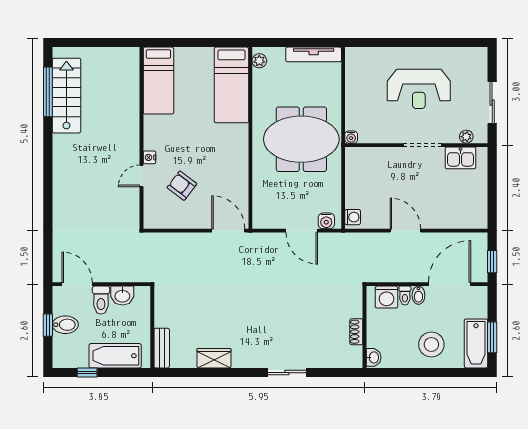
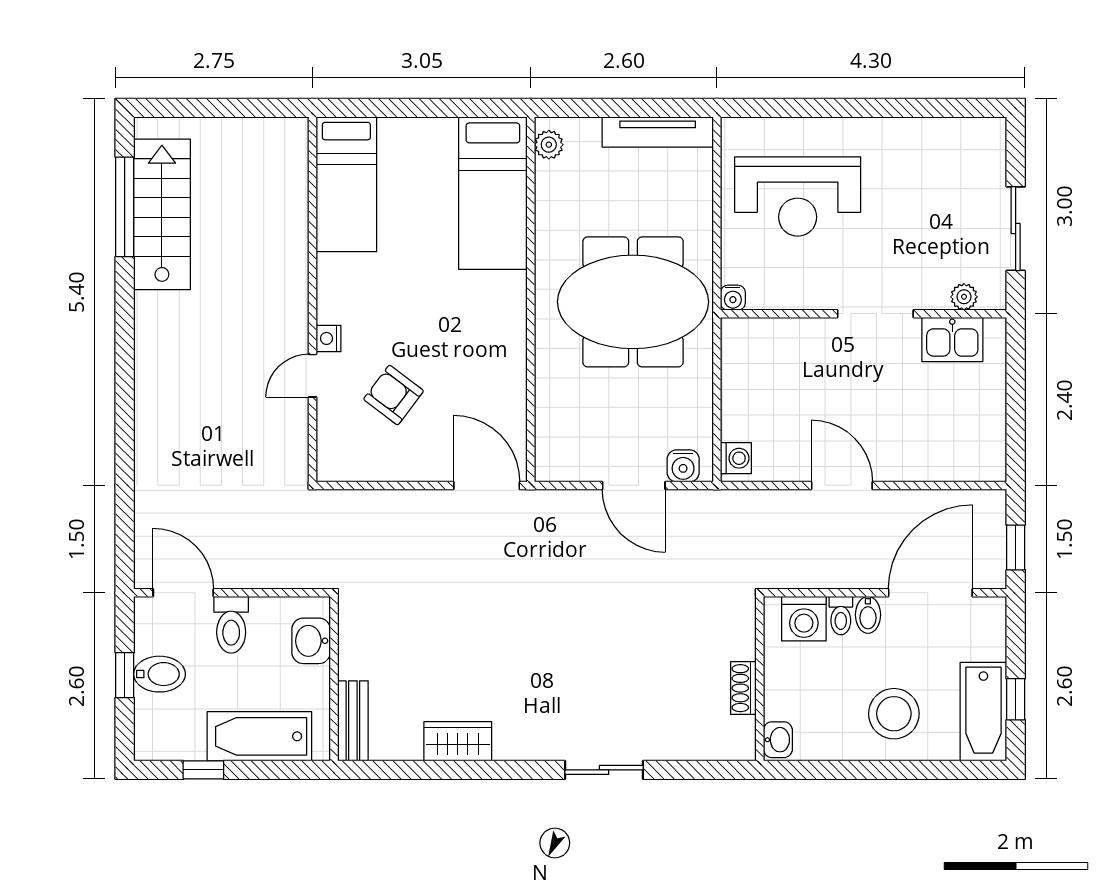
reception desk: (419, 89) -> (798, 196), moved
washbasin: (122, 296) -> (311, 641), moved, turned 90
window: (492, 337) -> (1016, 699), width x0.67

